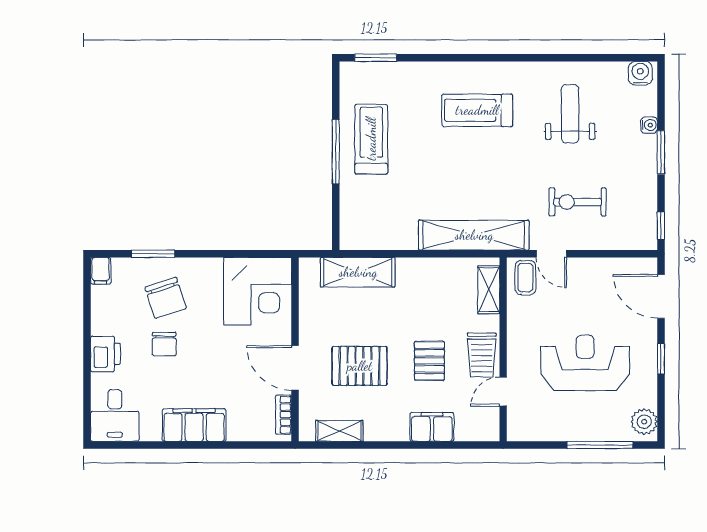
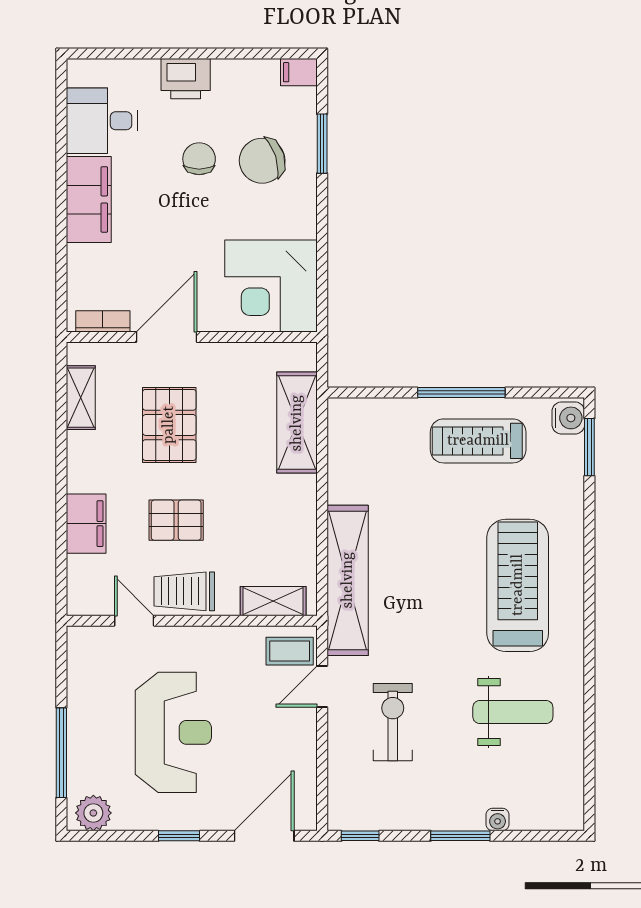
water cooler: (640, 73) -> (568, 418), moved
treadmill: (477, 110) -> (518, 585), width x1.37, depth x1.38
treadmill: (371, 139) -> (478, 441), turned 180
chair: (164, 344) -> (199, 159), turned 90
desk: (115, 415) -> (102, 121), moved

